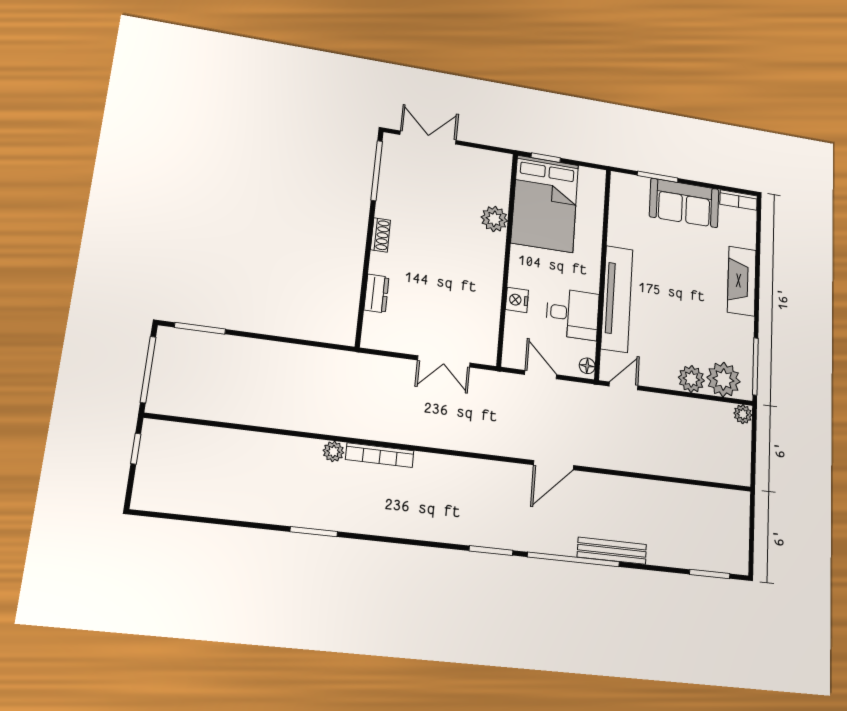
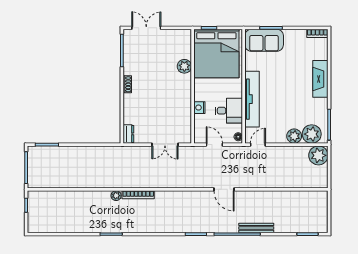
sofa: (684, 203) -> (264, 40), moved
bed: (545, 204) -> (216, 54), width x1.36
dresser: (376, 294) -> (128, 134), moved
plant: (743, 414) -> (318, 155), width x1.88, depth x1.88
door: (554, 465) -> (224, 189), hinge flipped

